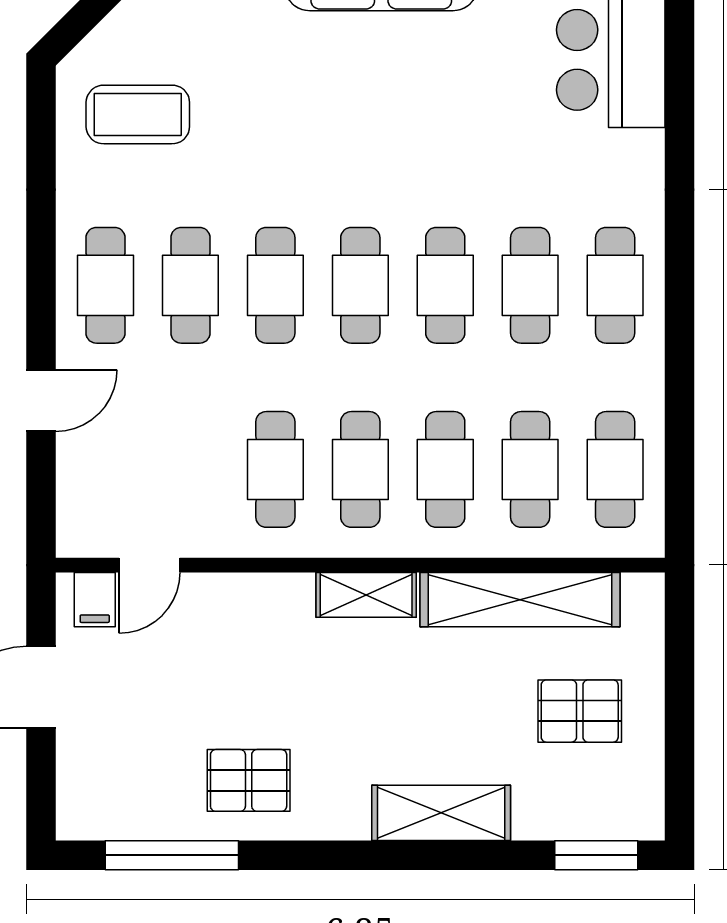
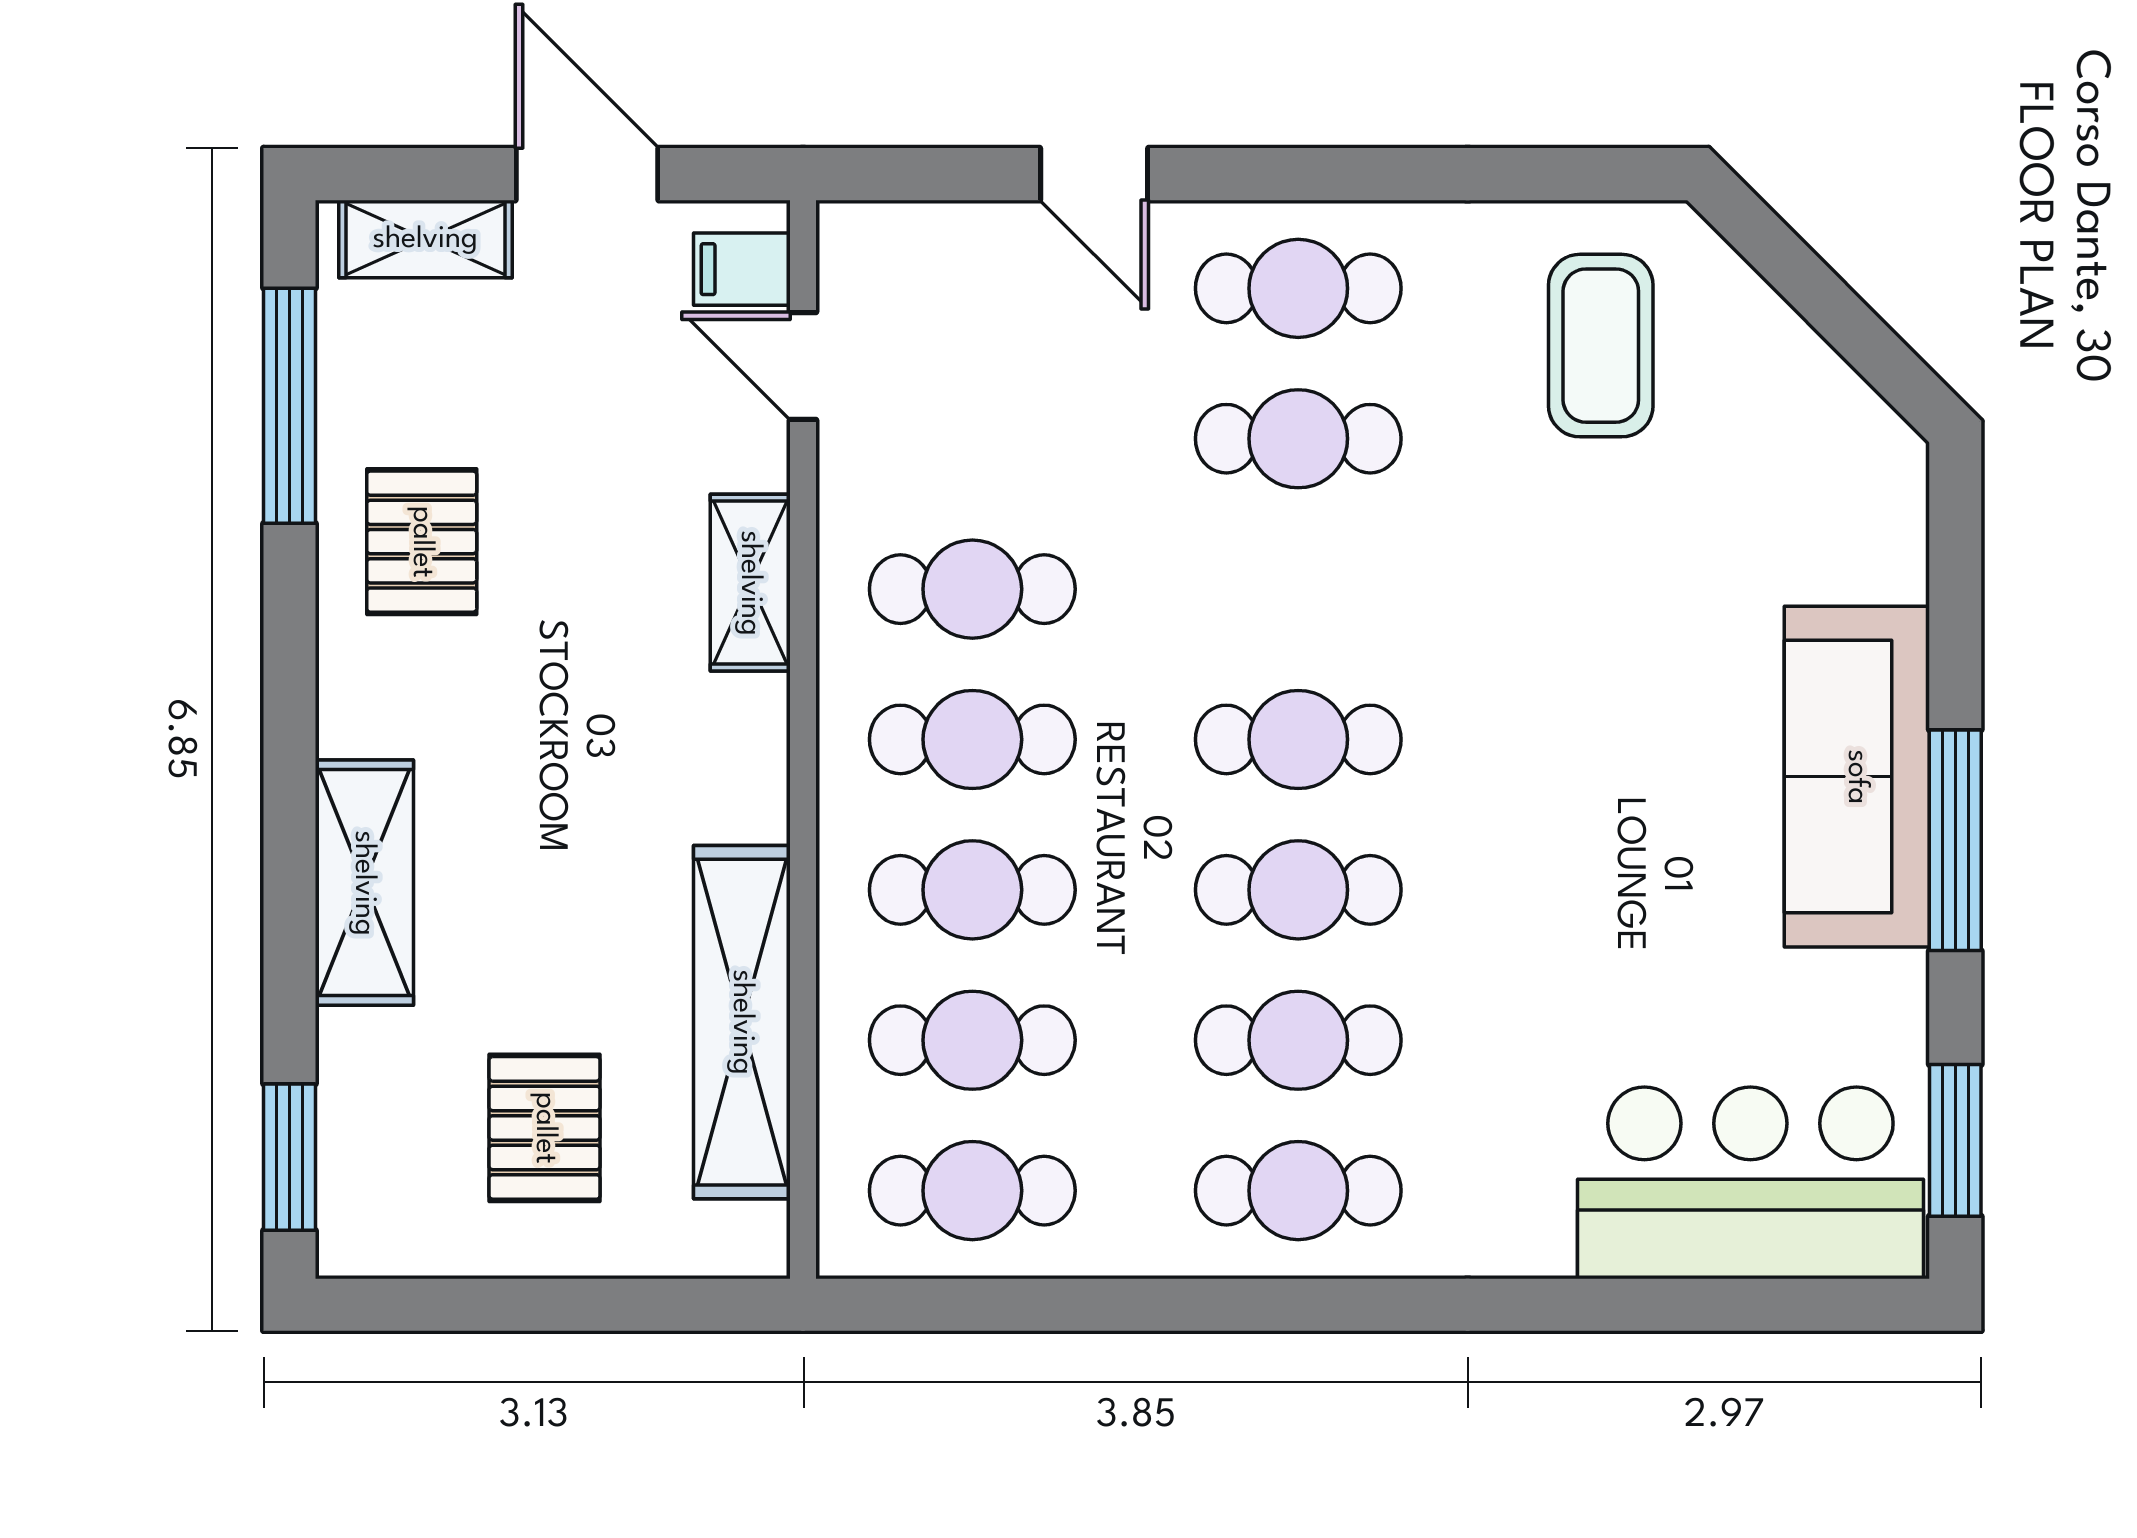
cafe table: (275, 285) -> (1298, 589), removed
shelving: (366, 595) -> (750, 583), moved
shelving: (78, 778) -> (425, 239), added

